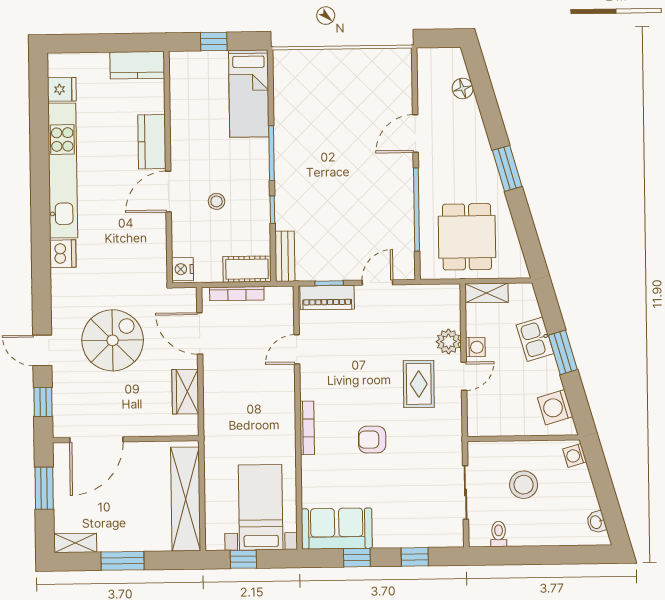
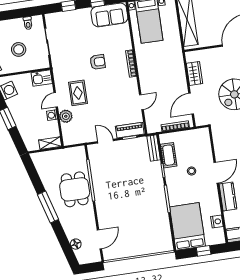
bed: (249, 94) -> (187, 226), width x1.50
door: (415, 134) -> (99, 239), moved
window: (507, 168) -> (48, 207), width x1.44
dining table: (467, 237) -> (75, 189), moved
nightstand: (182, 269) -> (217, 221), moved
cot: (247, 269) -> (169, 155), moved, turned 90
door: (377, 283) -> (105, 141), swing flipped
door: (200, 333) -> (191, 104), swing flipped
kitchen sink: (535, 339) -> (42, 78), moved, turned 106

